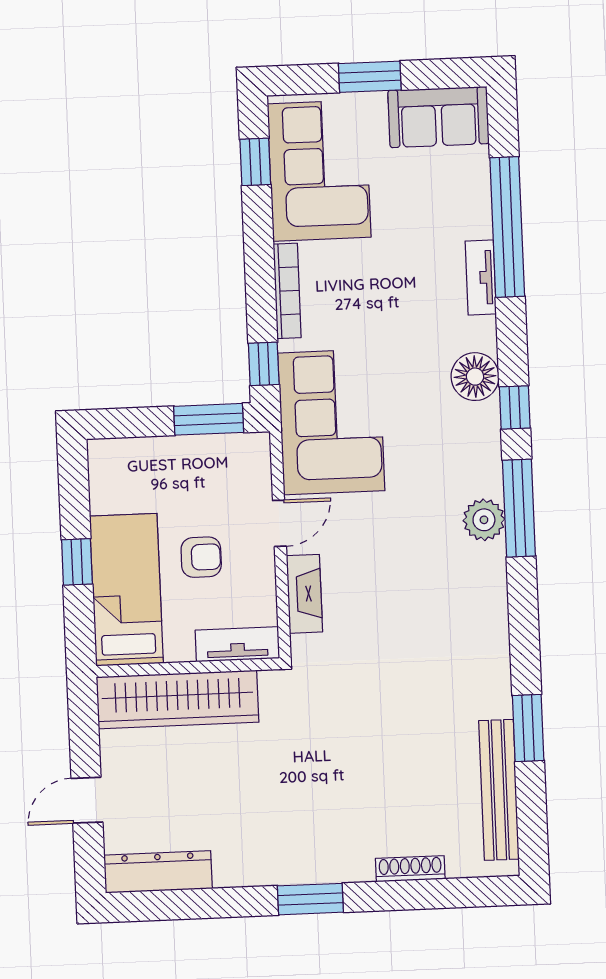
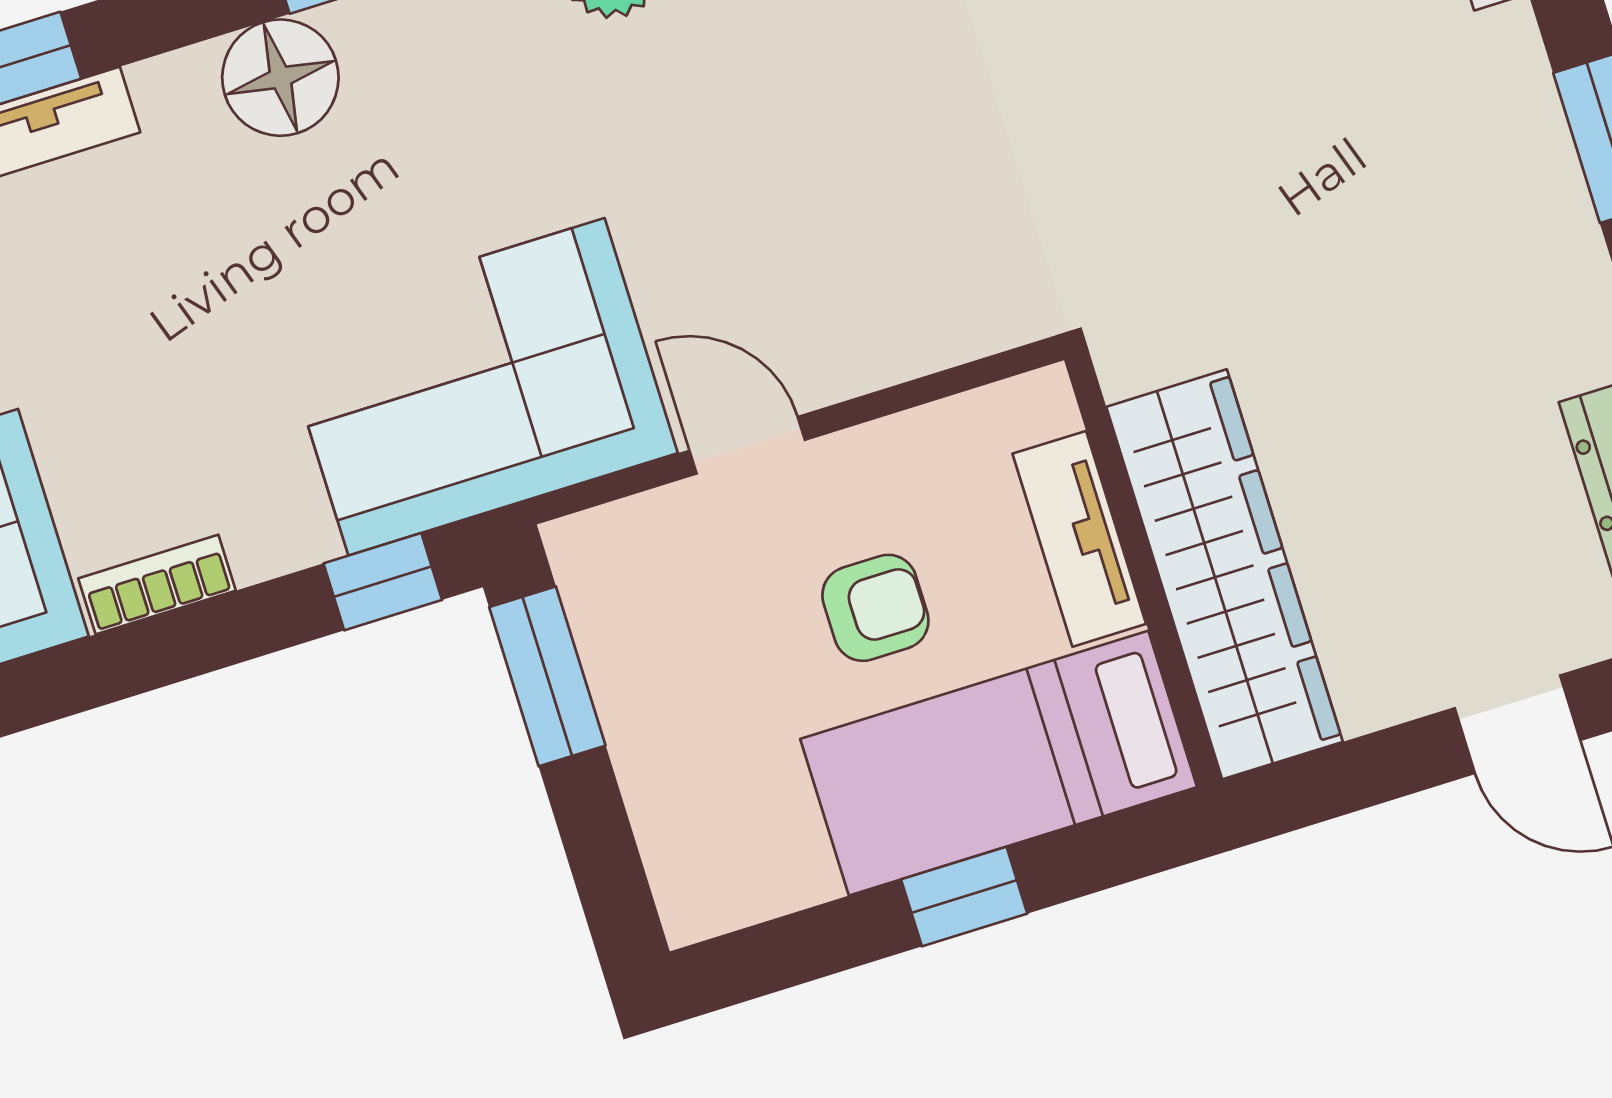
bookcase: (287, 291) -> (157, 584), width x0.64
armchair: (201, 557) -> (875, 608), turned 90
fireplace: (304, 594) -> (897, 343), removed
tv unit: (237, 644) -> (1079, 539), moved

